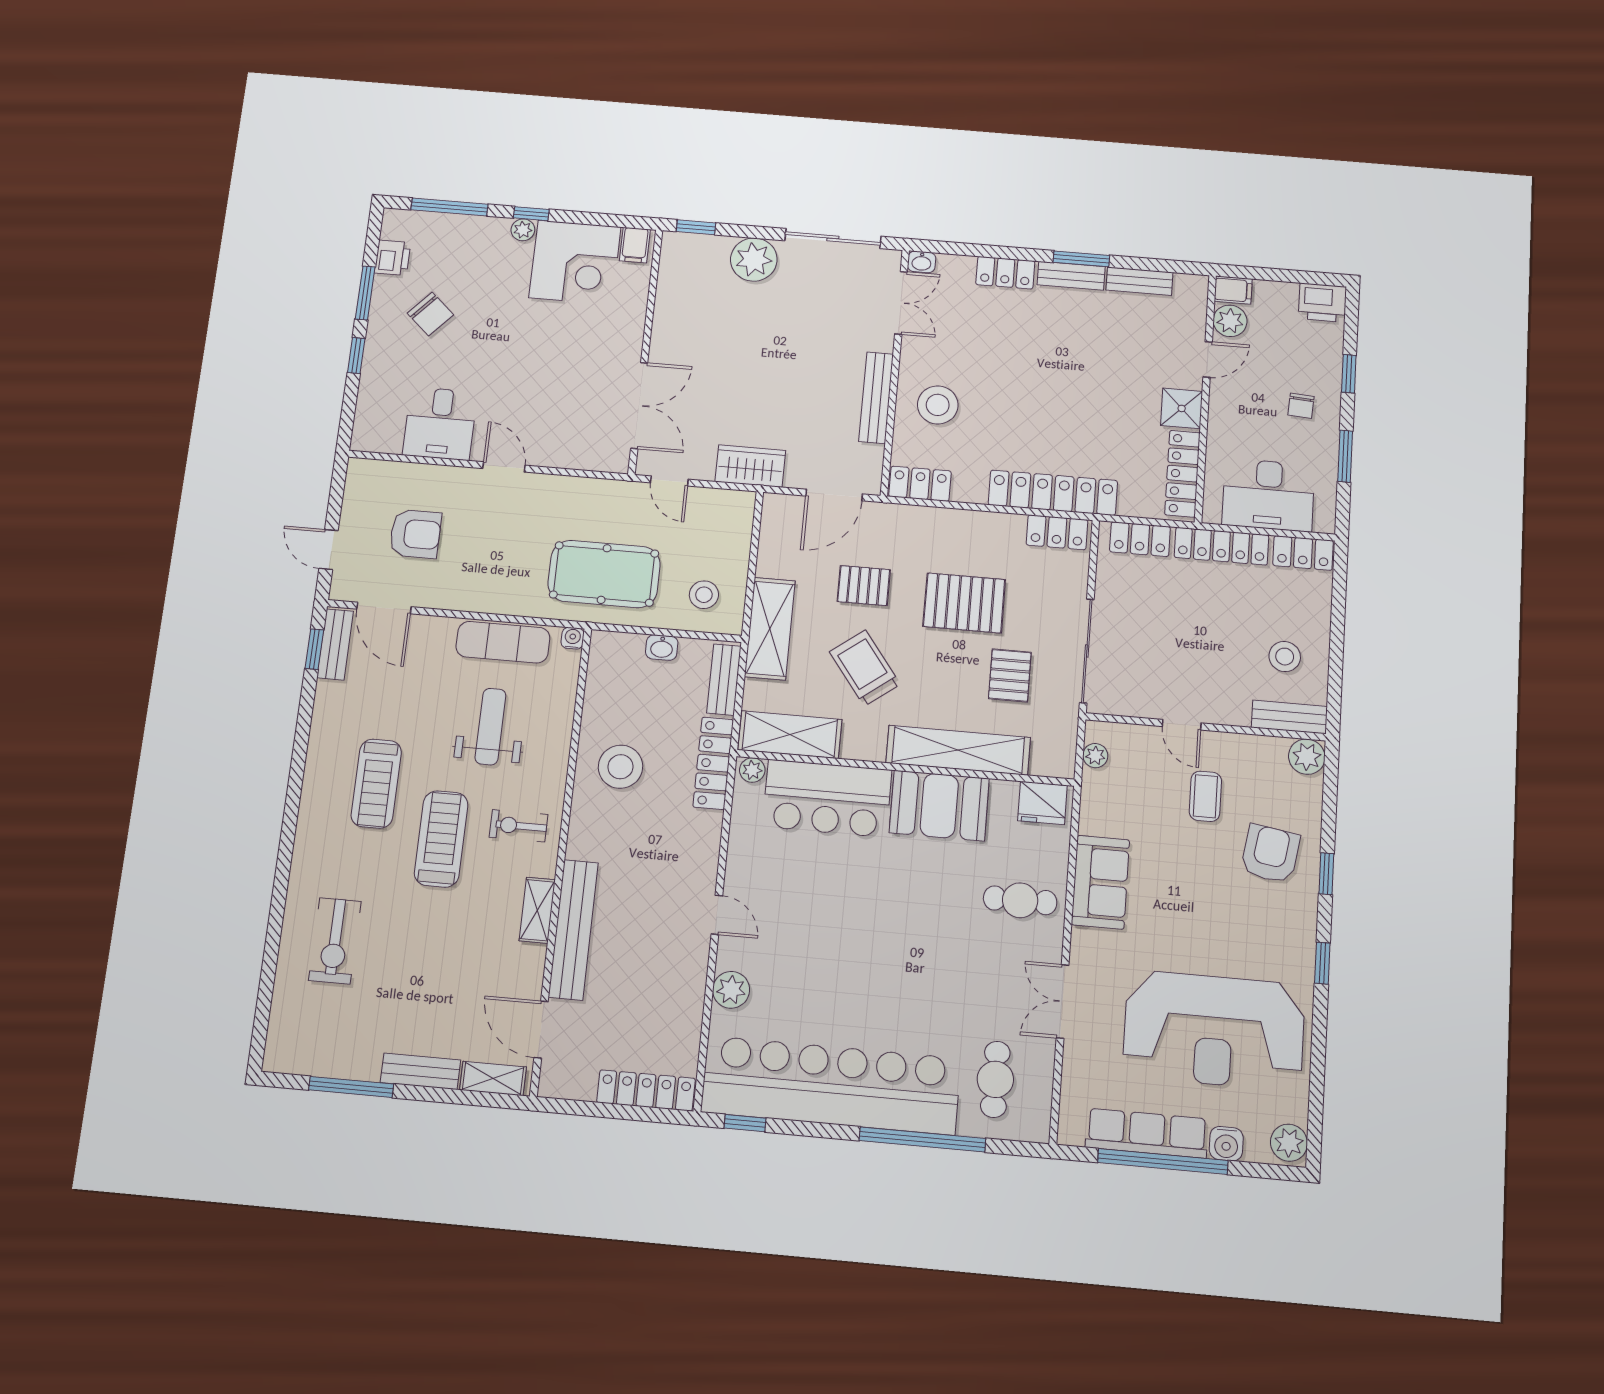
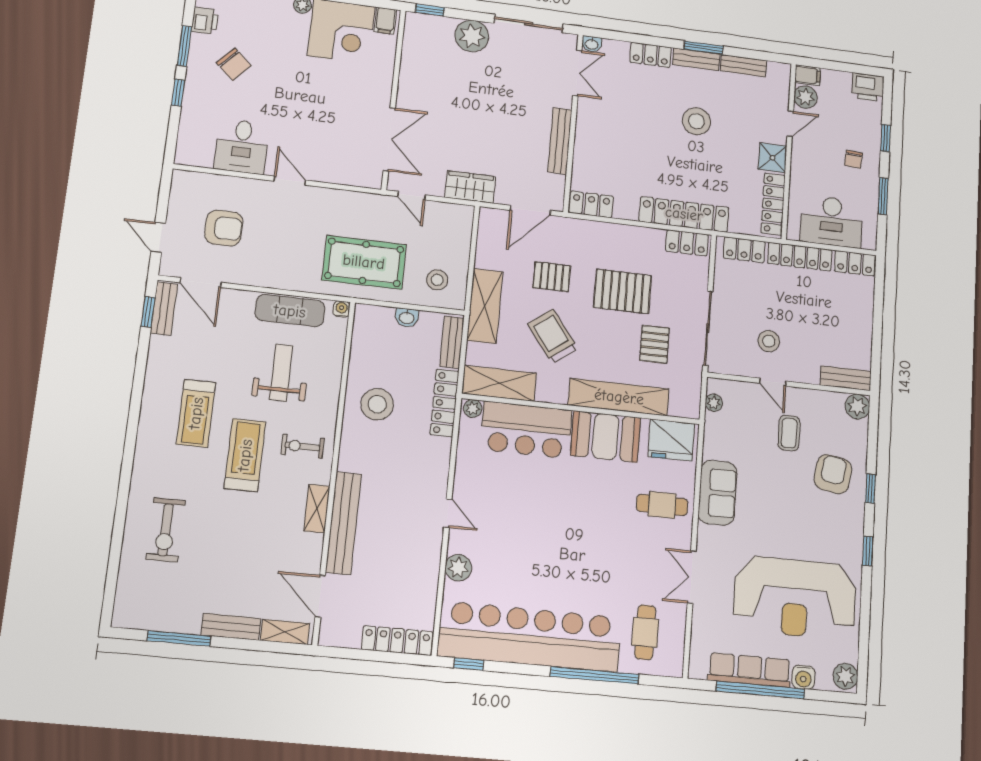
stool: (938, 405) -> (696, 121), moved
stool: (1285, 657) -> (769, 341), moved
fridge: (1042, 803) -> (671, 440), width x1.36, depth x1.34

